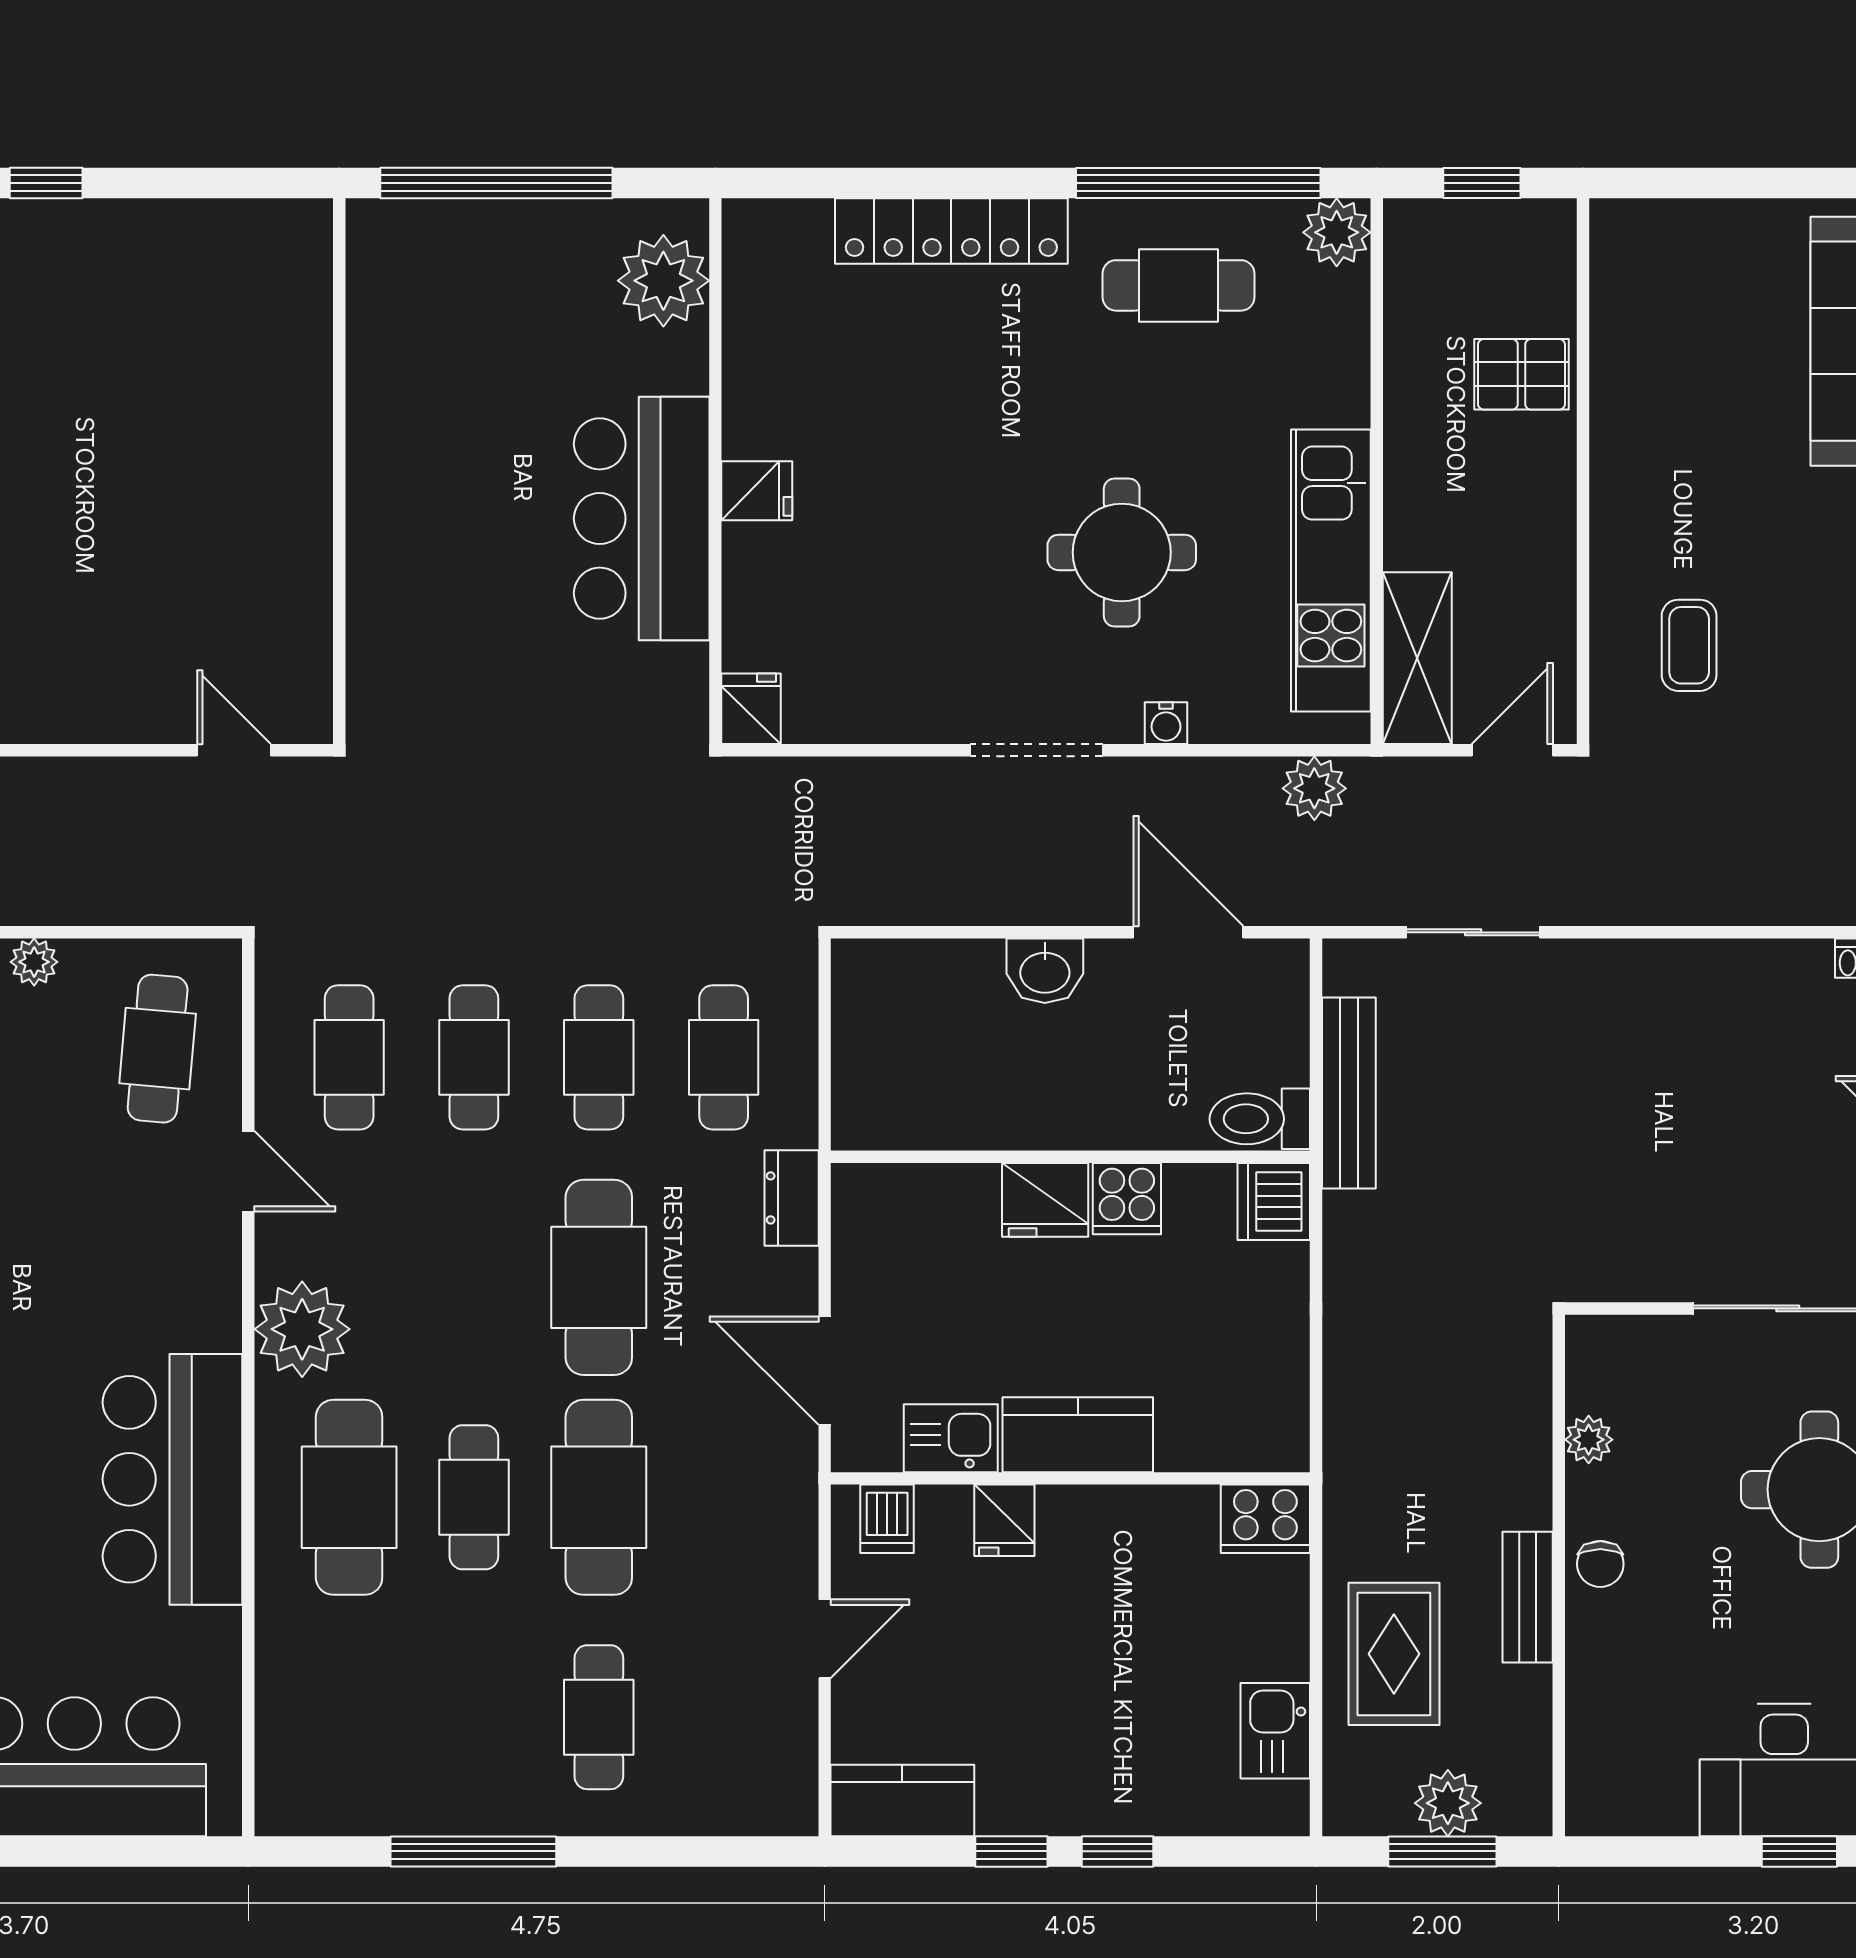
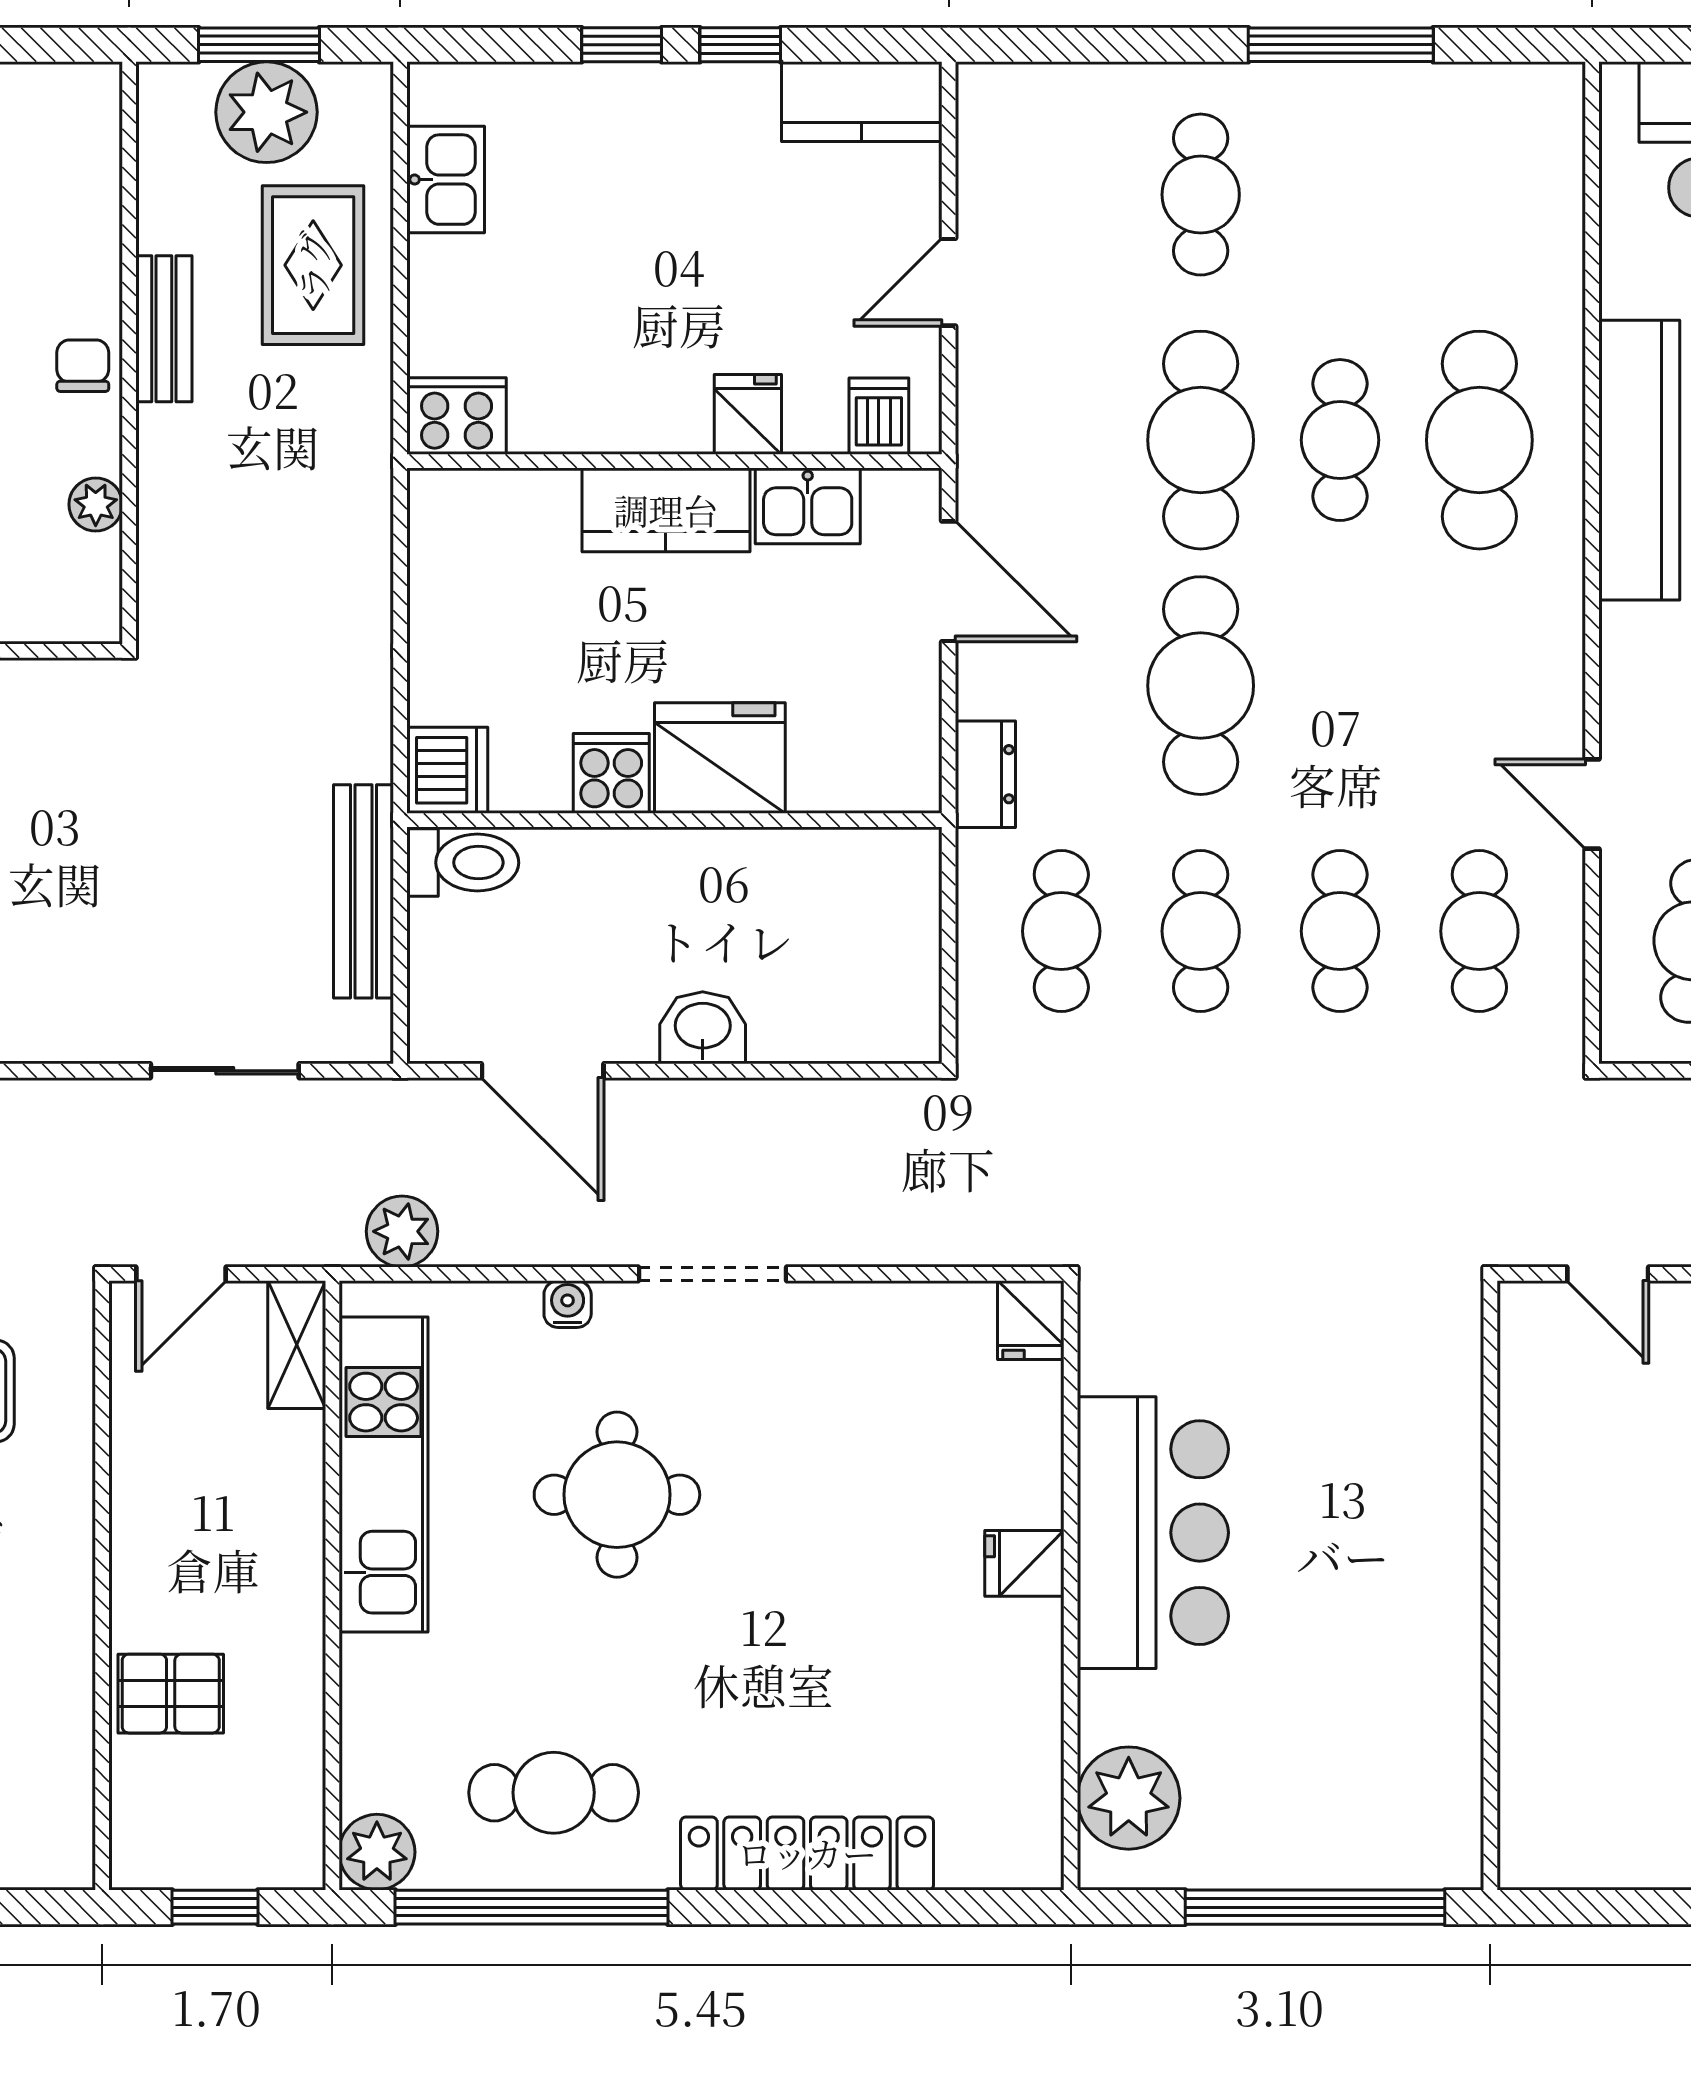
shelving: (1417, 658) -> (297, 1345), width x0.67, depth x0.75
fridge: (1045, 1200) -> (720, 758), width x1.36, depth x1.34
plant: (302, 1329) -> (1532, 628), removed
plant: (1448, 1803) -> (266, 112), width x1.36, depth x1.36

